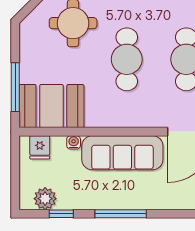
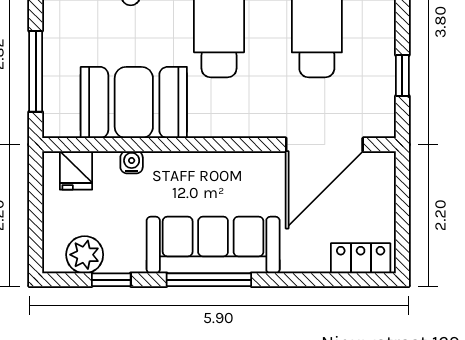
booth: (51, 106) -> (134, 103), moved
sofa: (122, 153) -> (213, 245), moved, turned 180

